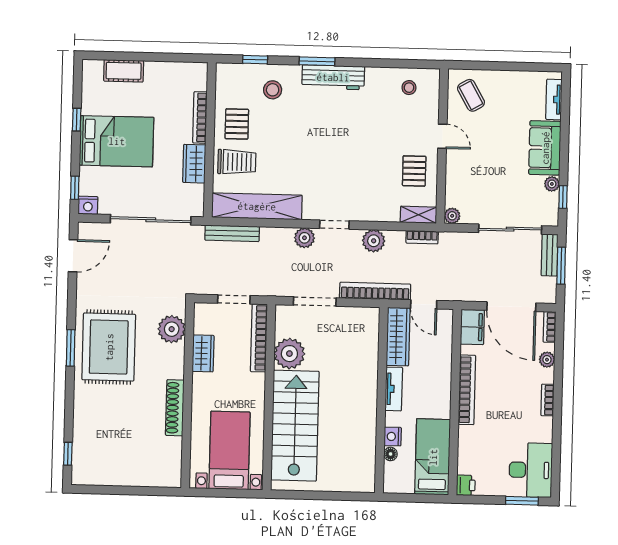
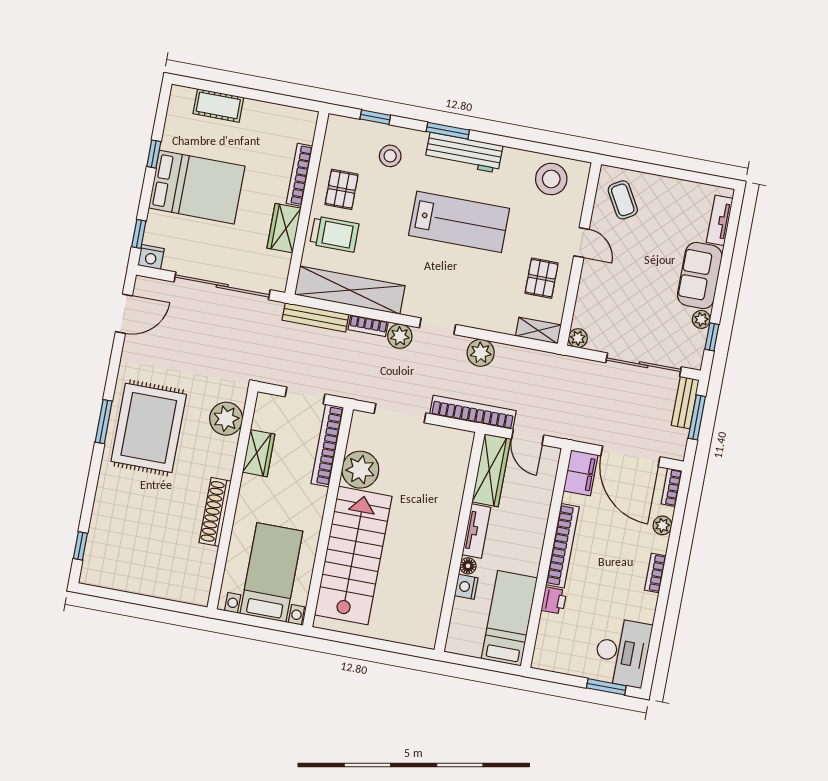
stool: (409, 88) -> (551, 179), width x1.89, depth x1.89
lab bench: (338, 135) -> (459, 222), added
bookcase: (422, 237) -> (368, 326), moved
floor lamp: (390, 454) -> (468, 566), moved
printer: (466, 485) -> (554, 600), moved

